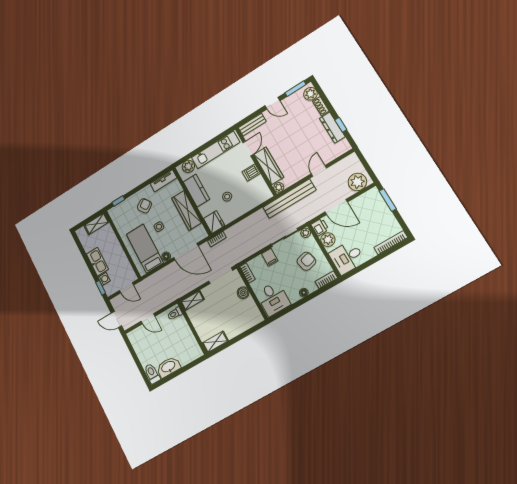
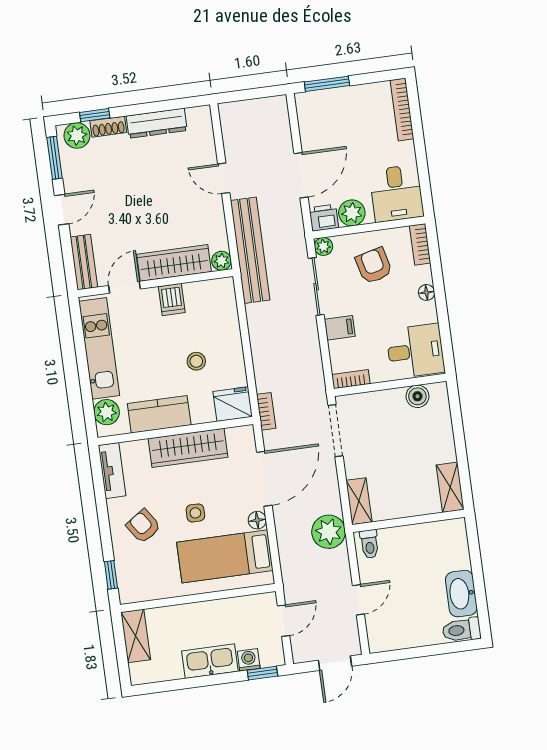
window: (341, 125) -> (95, 115), moved
door: (248, 148) -> (125, 287), hinge flipped
plant: (357, 182) -> (329, 532), moved
boiler: (243, 293) -> (417, 396), moved

